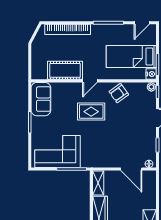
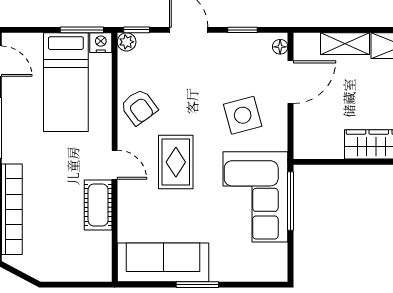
cot: (65, 70) -> (98, 205), width x0.73, depth x0.75
sofa: (41, 99) -> (163, 262), width x1.36
side table: (115, 145) -> (243, 115), added
corner sofa: (58, 151) -> (255, 197), moved
shelving: (98, 183) -> (345, 44), moved

